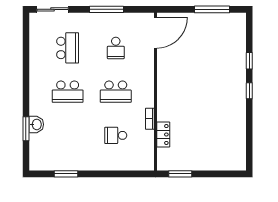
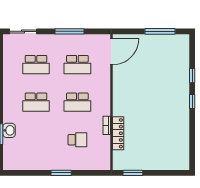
school desk: (68, 48) -> (36, 65), turned 90
school desk: (116, 48) -> (77, 65), width x1.85
school desk: (116, 135) -> (77, 140), turned 180
locker: (163, 135) -> (118, 133), width x1.53
window: (66, 174) -> (61, 173), moved

